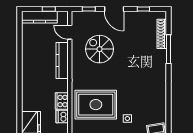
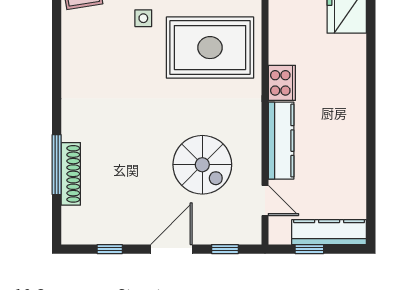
door: (114, 9) -> (171, 249), hinge flipped
shoe rack: (162, 34) -> (71, 174), moved
cooker: (62, 101) -> (282, 83), moved
dishwasher: (62, 117) -> (281, 22), removed

